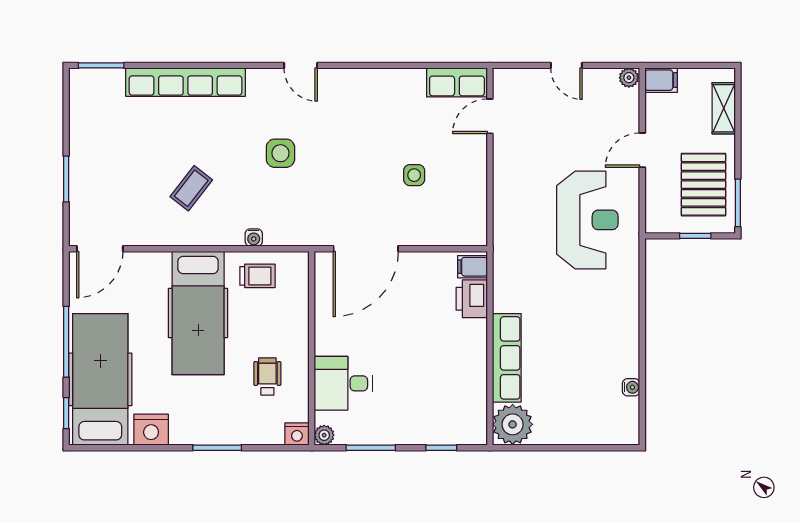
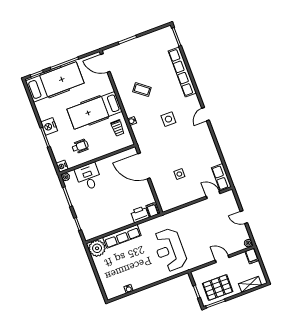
door: (566, 65) -> (244, 217), hinge flipped
reception desk: (587, 220) -> (170, 250), moved, turned 90
nightstand: (151, 430) -> (49, 126), moved

